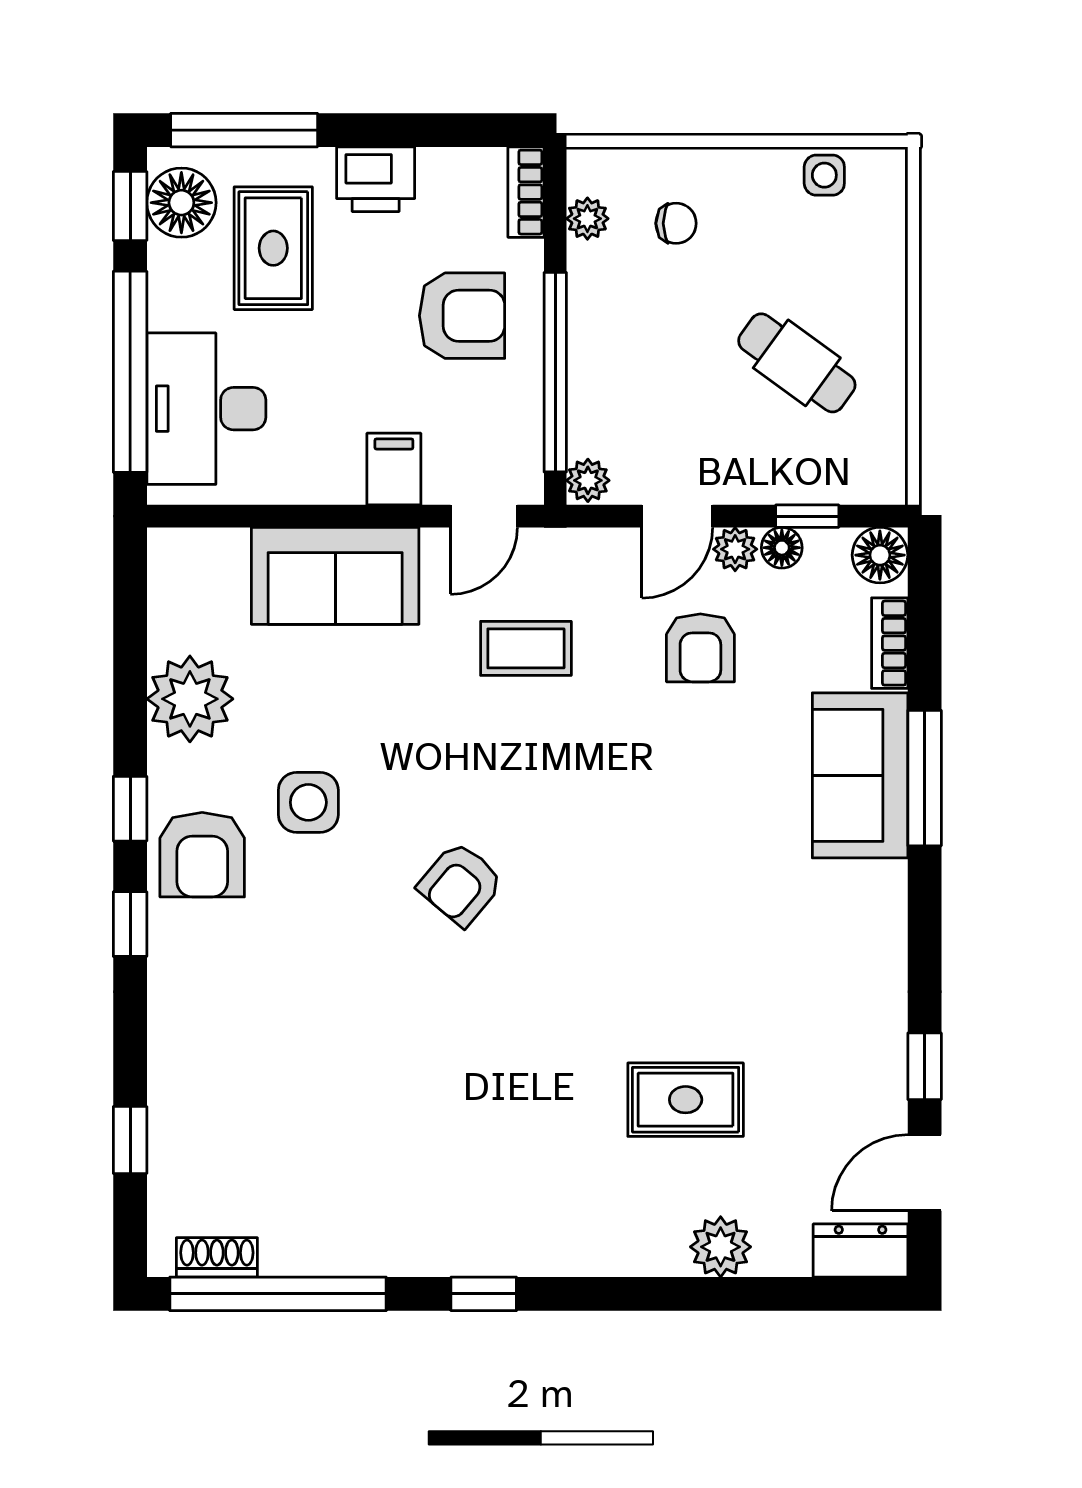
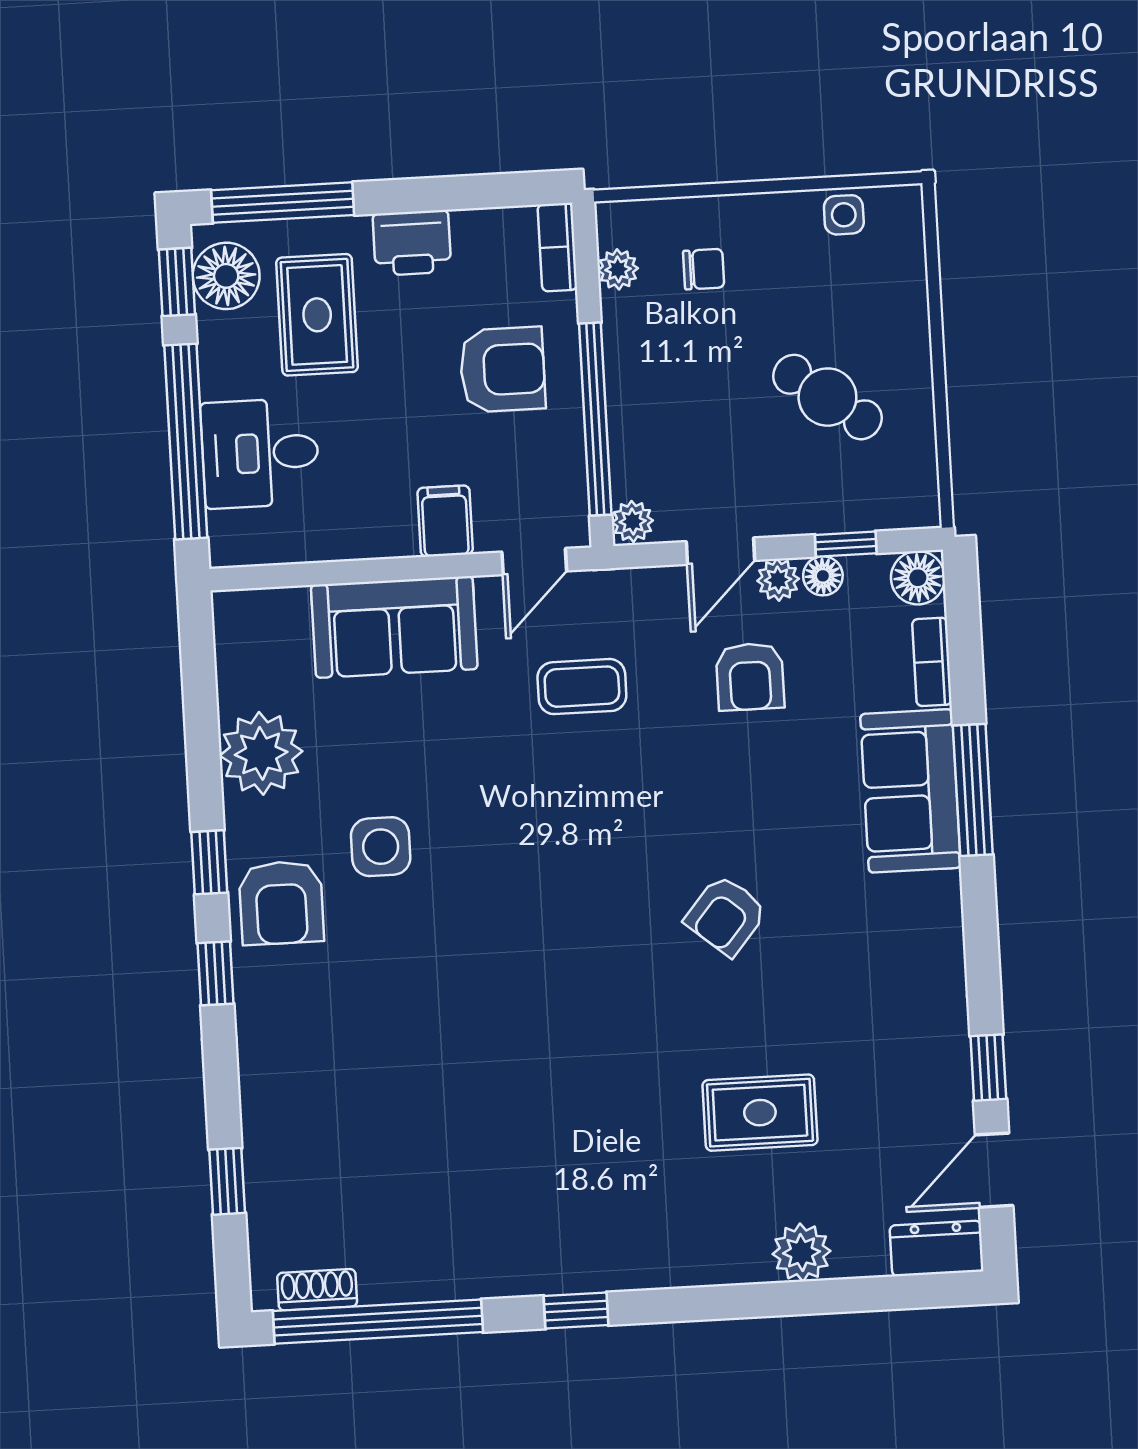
desk: (206, 409) -> (260, 453), width x0.73
armchair: (461, 884) -> (726, 915), moved

